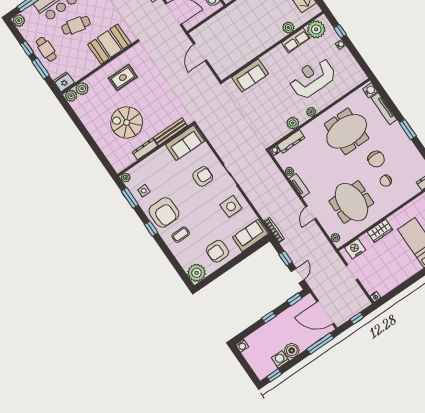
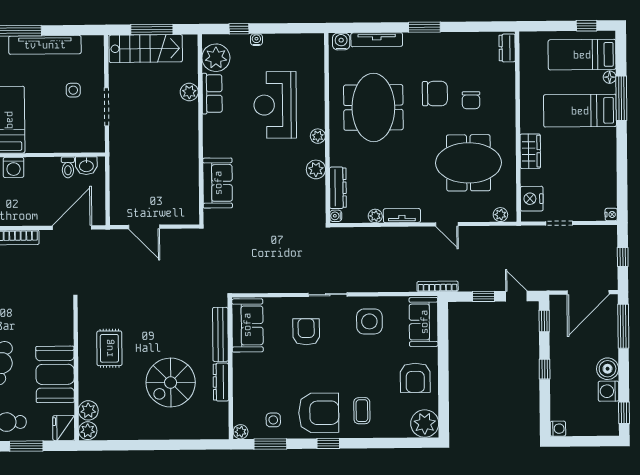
booth: (109, 44) -> (55, 374), moved

